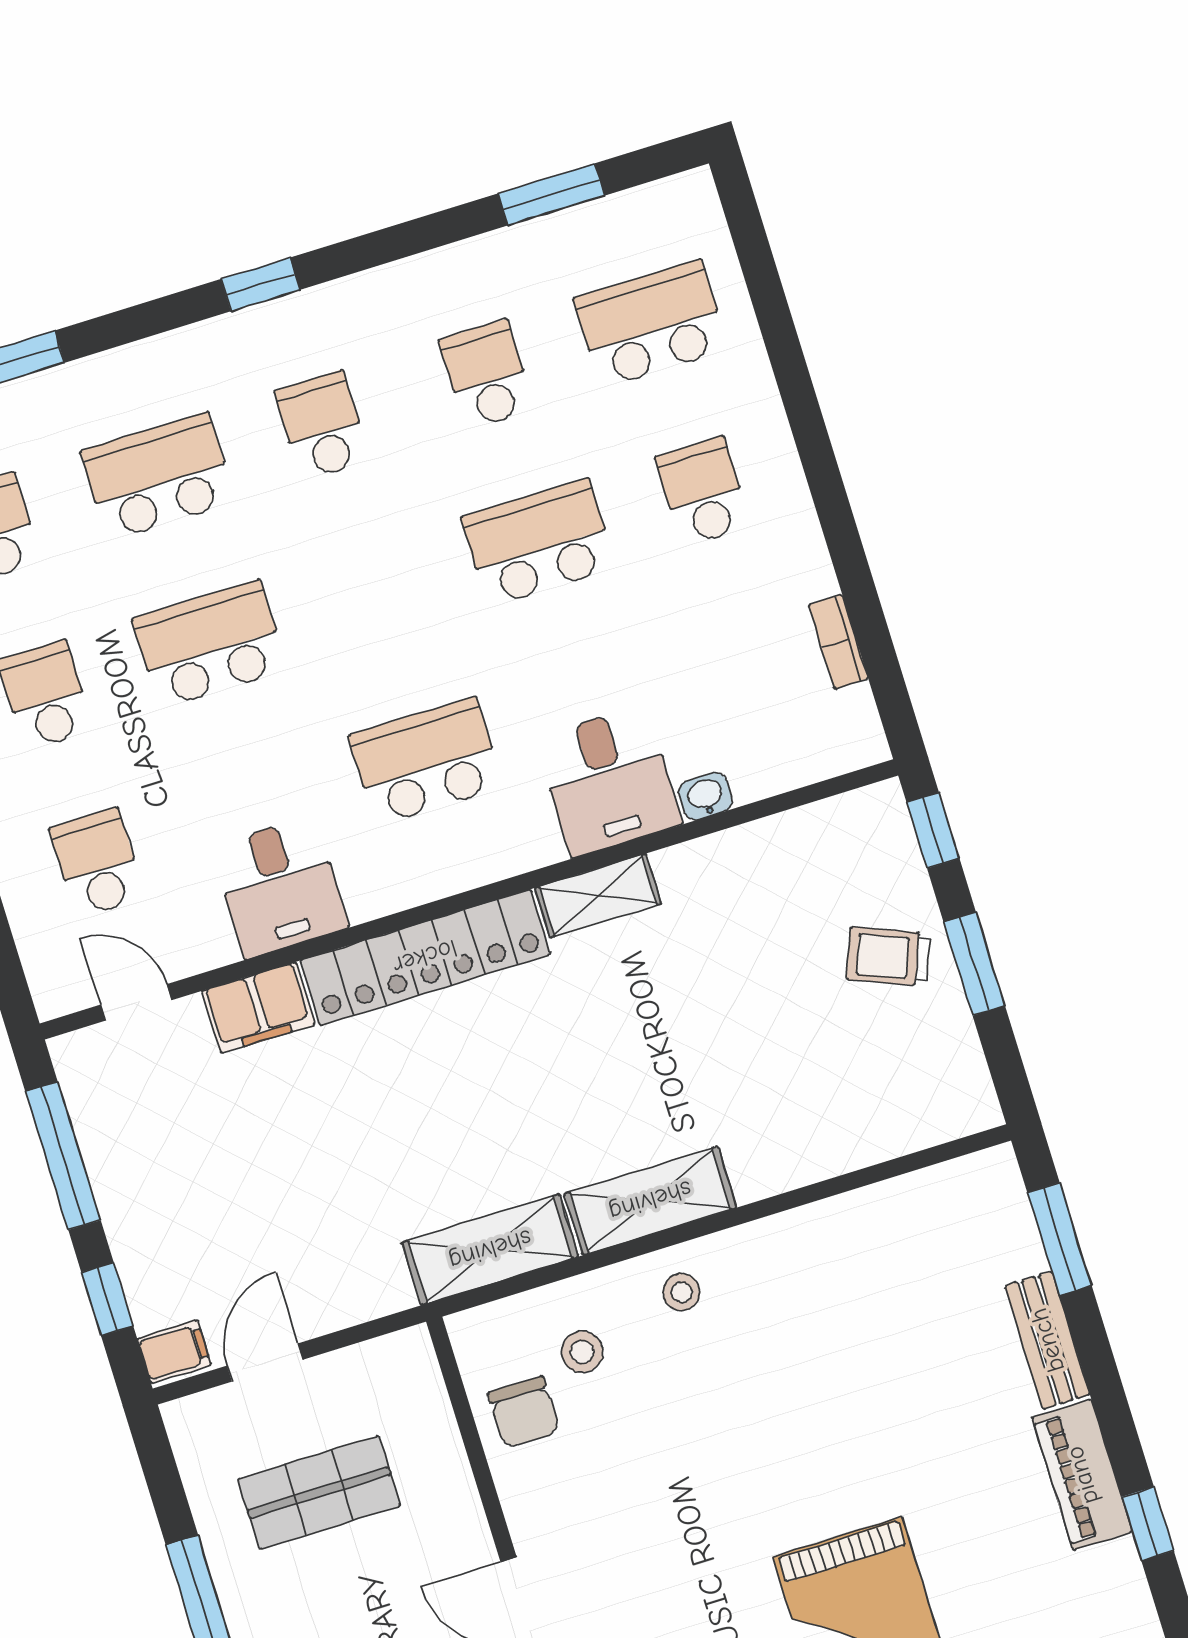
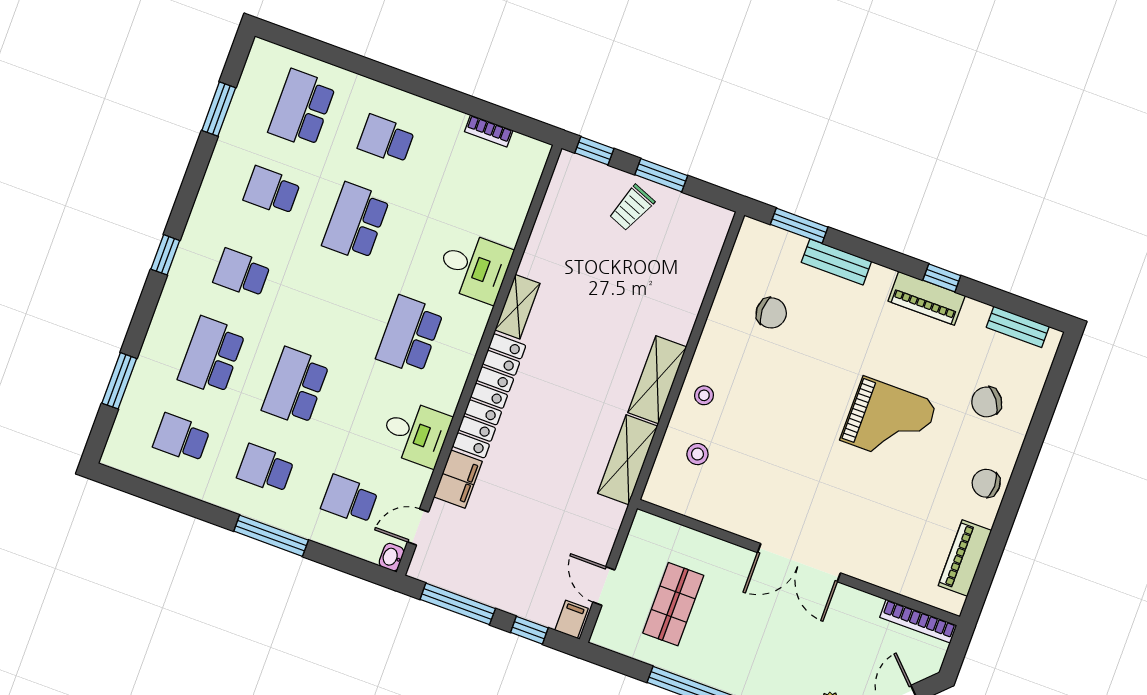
washbasin: (706, 796) -> (392, 557), moved
chair: (524, 1412) -> (771, 313), moved
piano: (1082, 1475) -> (927, 298), moved

